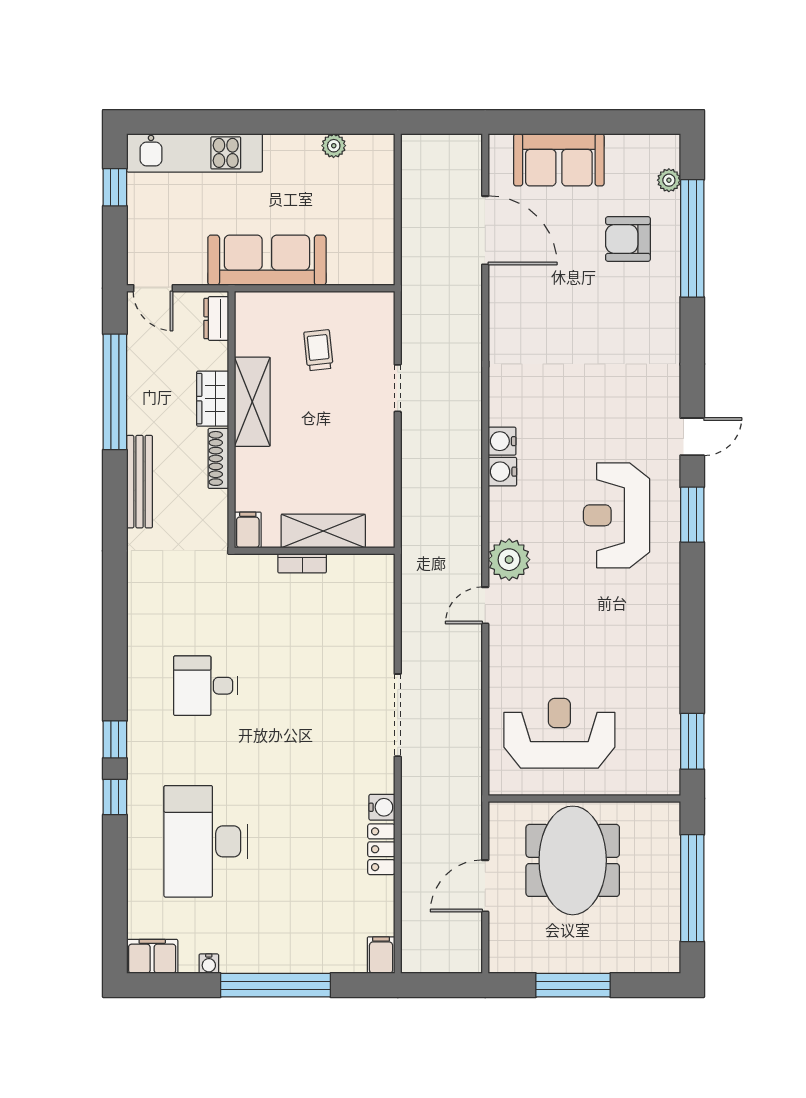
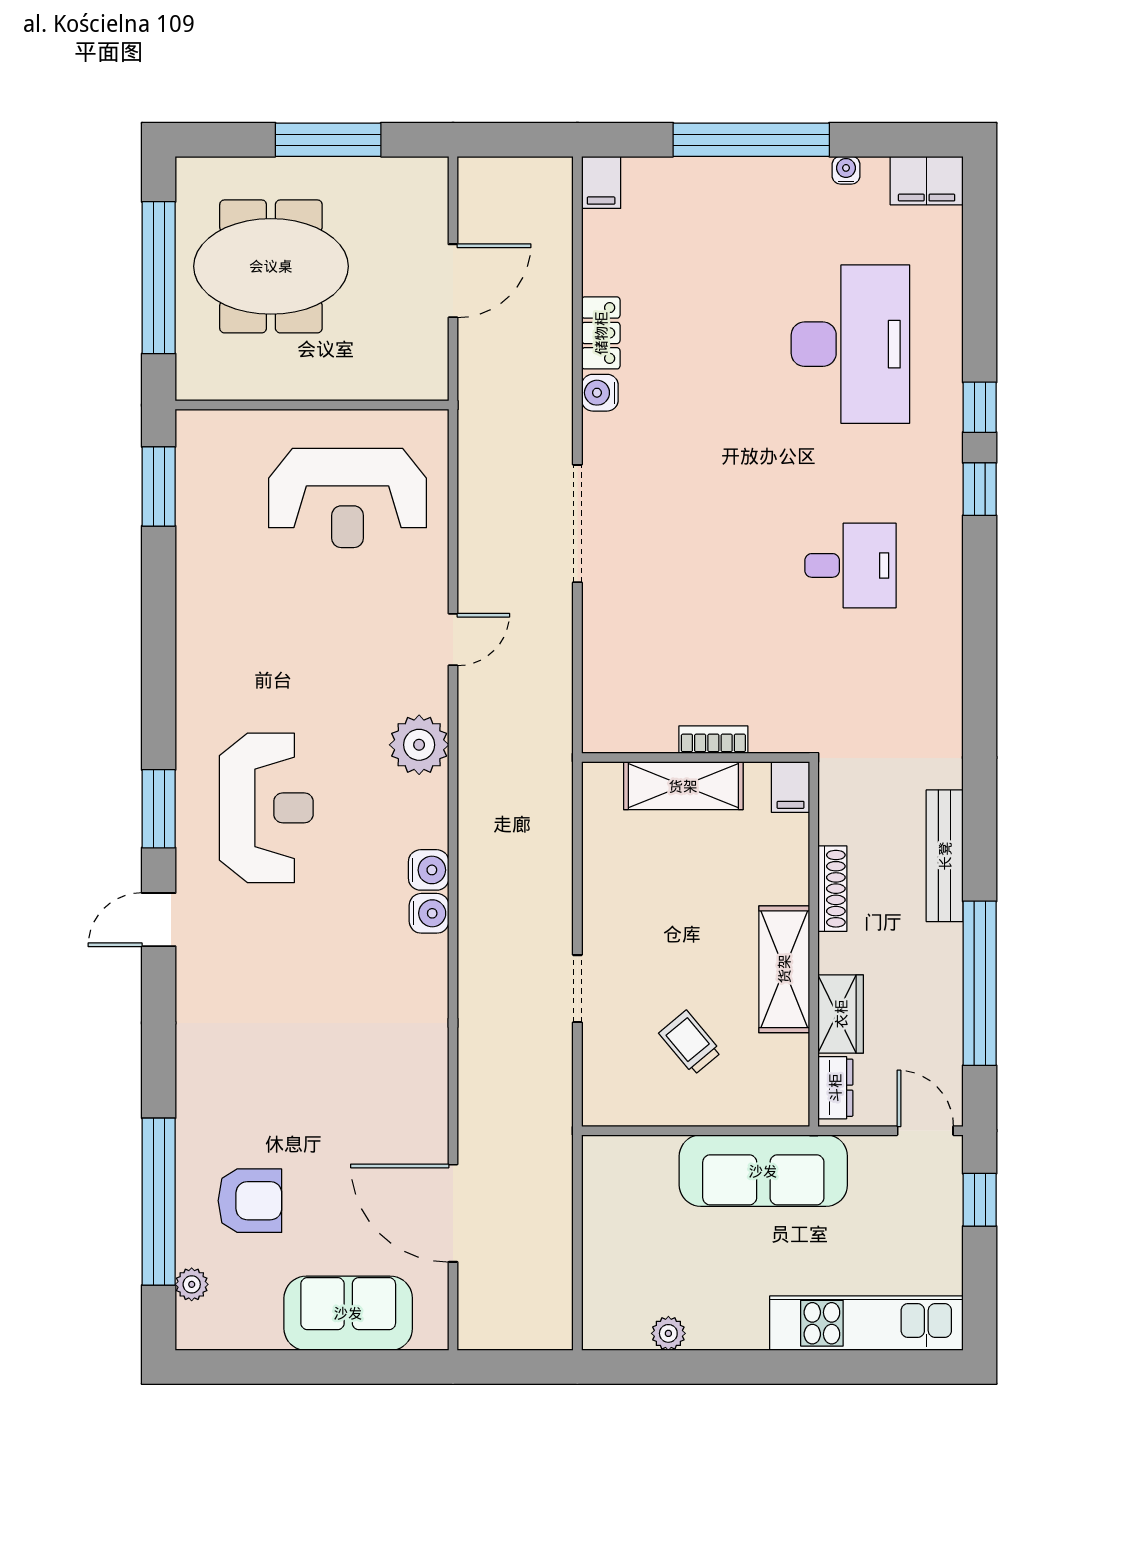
window: (115, 187) -> (980, 1200), moved
trolley: (318, 350) -> (690, 1043), turned 146
wardrobe: (213, 399) -> (841, 1014), moved
door: (485, 605) -> (453, 640), moved
meeting table: (573, 860) -> (271, 266), moved, turned 90

